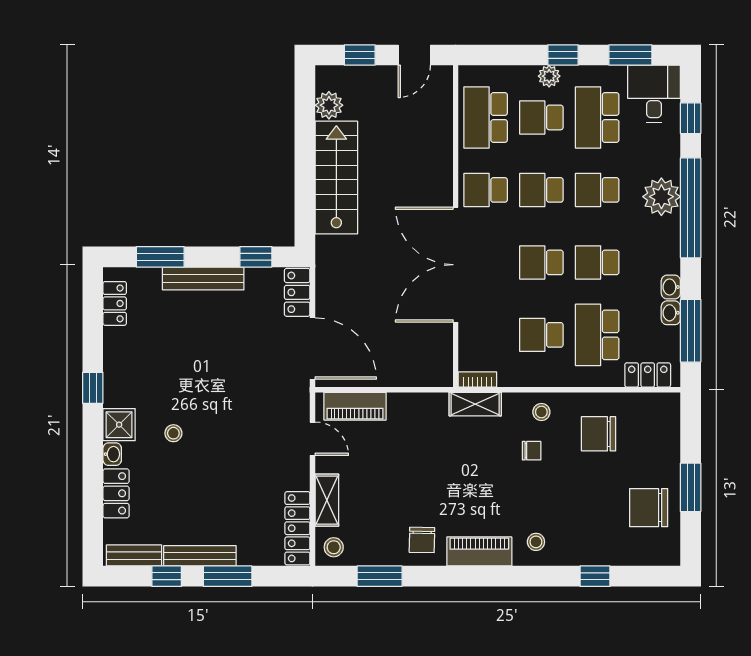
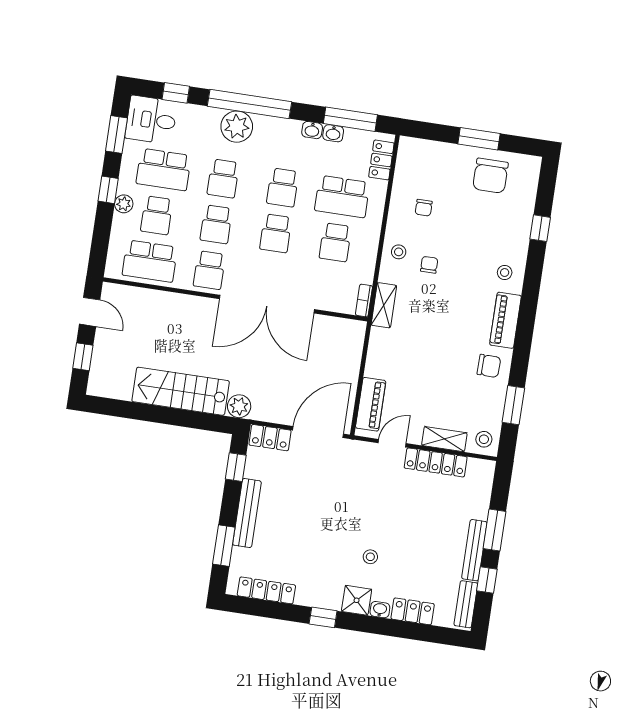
plant: (329, 105) -> (239, 406), moved
locker: (115, 303) -> (266, 590), width x1.53
chair: (599, 434) -> (424, 208), width x0.54, depth x0.54
locker: (297, 528) -> (436, 462), moved

